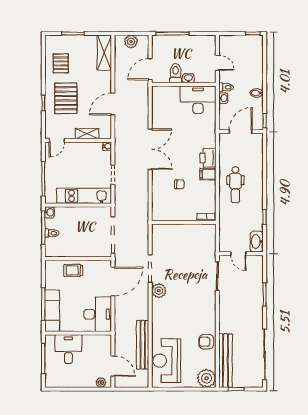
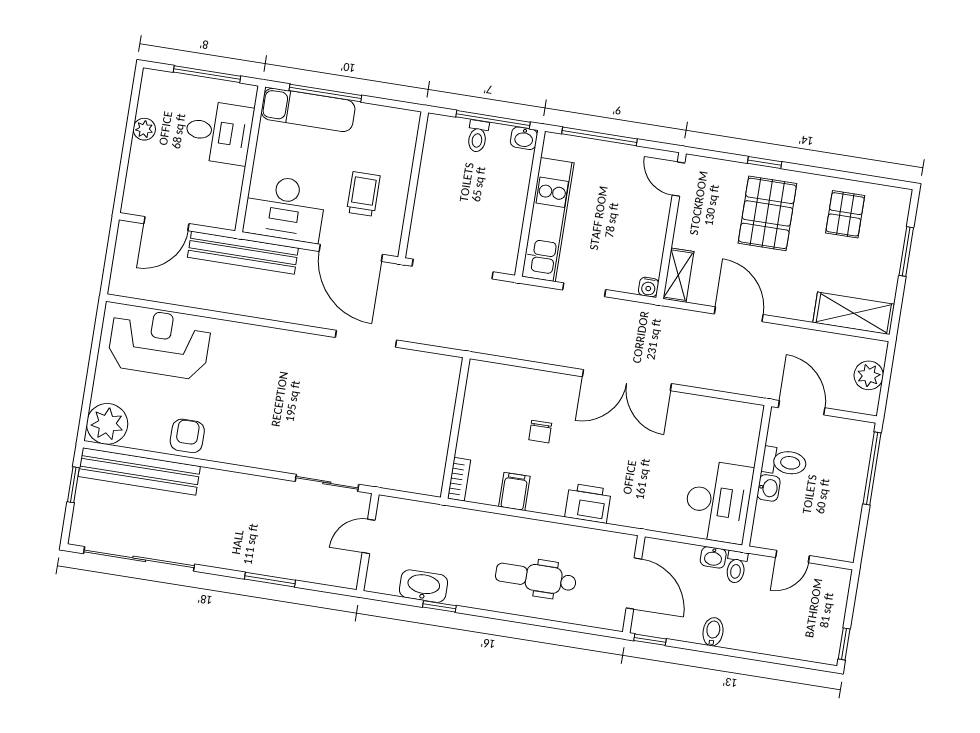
pallet: (61, 63) -> (845, 214), turned 90
pallet: (66, 98) -> (767, 213), turned 90
shelving: (87, 134) -> (678, 275), moved
filing cabinet: (208, 174) -> (514, 491), moved
dental chair: (235, 185) -> (536, 578), moved
washbasin: (257, 242) -> (423, 586), moved
trolley: (73, 270) -> (363, 194), moved
plant: (159, 291) -> (315, 350), removed
bench: (143, 345) -> (243, 253), moved
plant: (101, 383) -> (144, 129), moved

